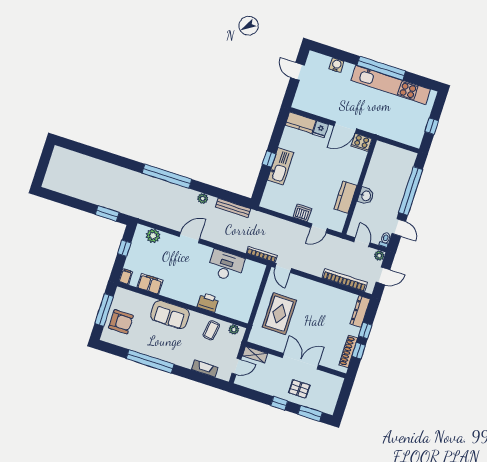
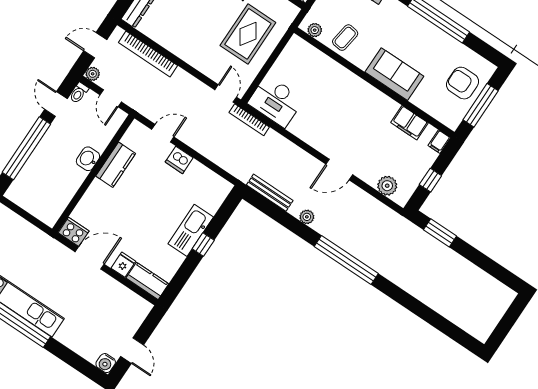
water cooler: (337, 65) -> (106, 363), moved
desk: (226, 266) -> (276, 101), moved
printer: (208, 303) -> (339, 76), removed

